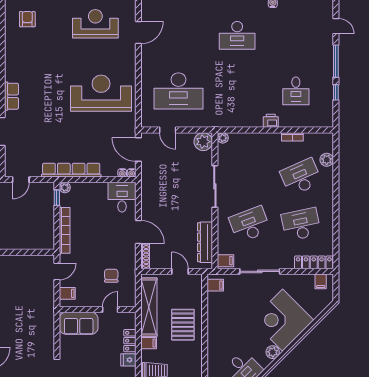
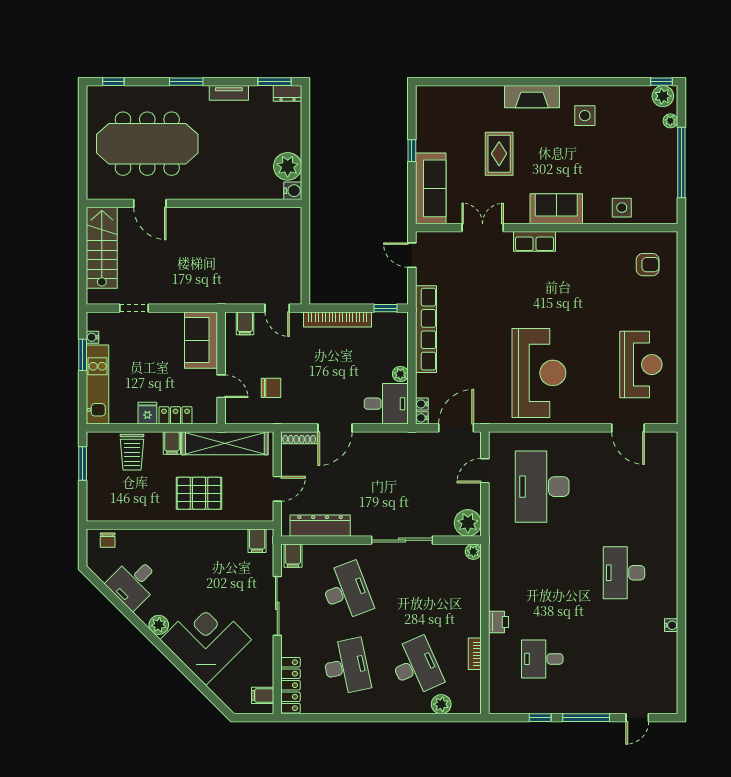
plant: (65, 188) -> (400, 374), moved

